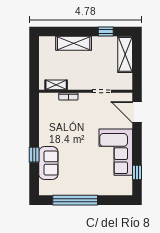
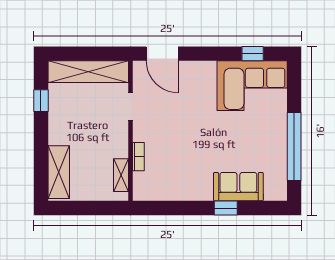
shelving: (74, 43) -> (59, 172), moved
shelving: (125, 54) -> (88, 72), width x1.47
door: (137, 112) -> (162, 54), hinge flipped
corner sofa: (116, 152) -> (252, 86), moved

